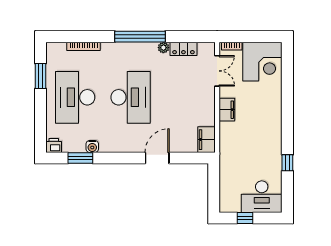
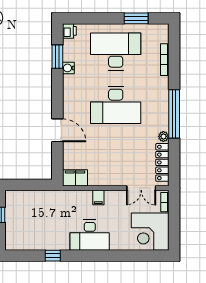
locker: (183, 49) -> (162, 162), width x1.53
filing cabinet: (227, 110) -> (98, 197), width x0.50
desk: (262, 197) -> (90, 235), moved, turned -90

